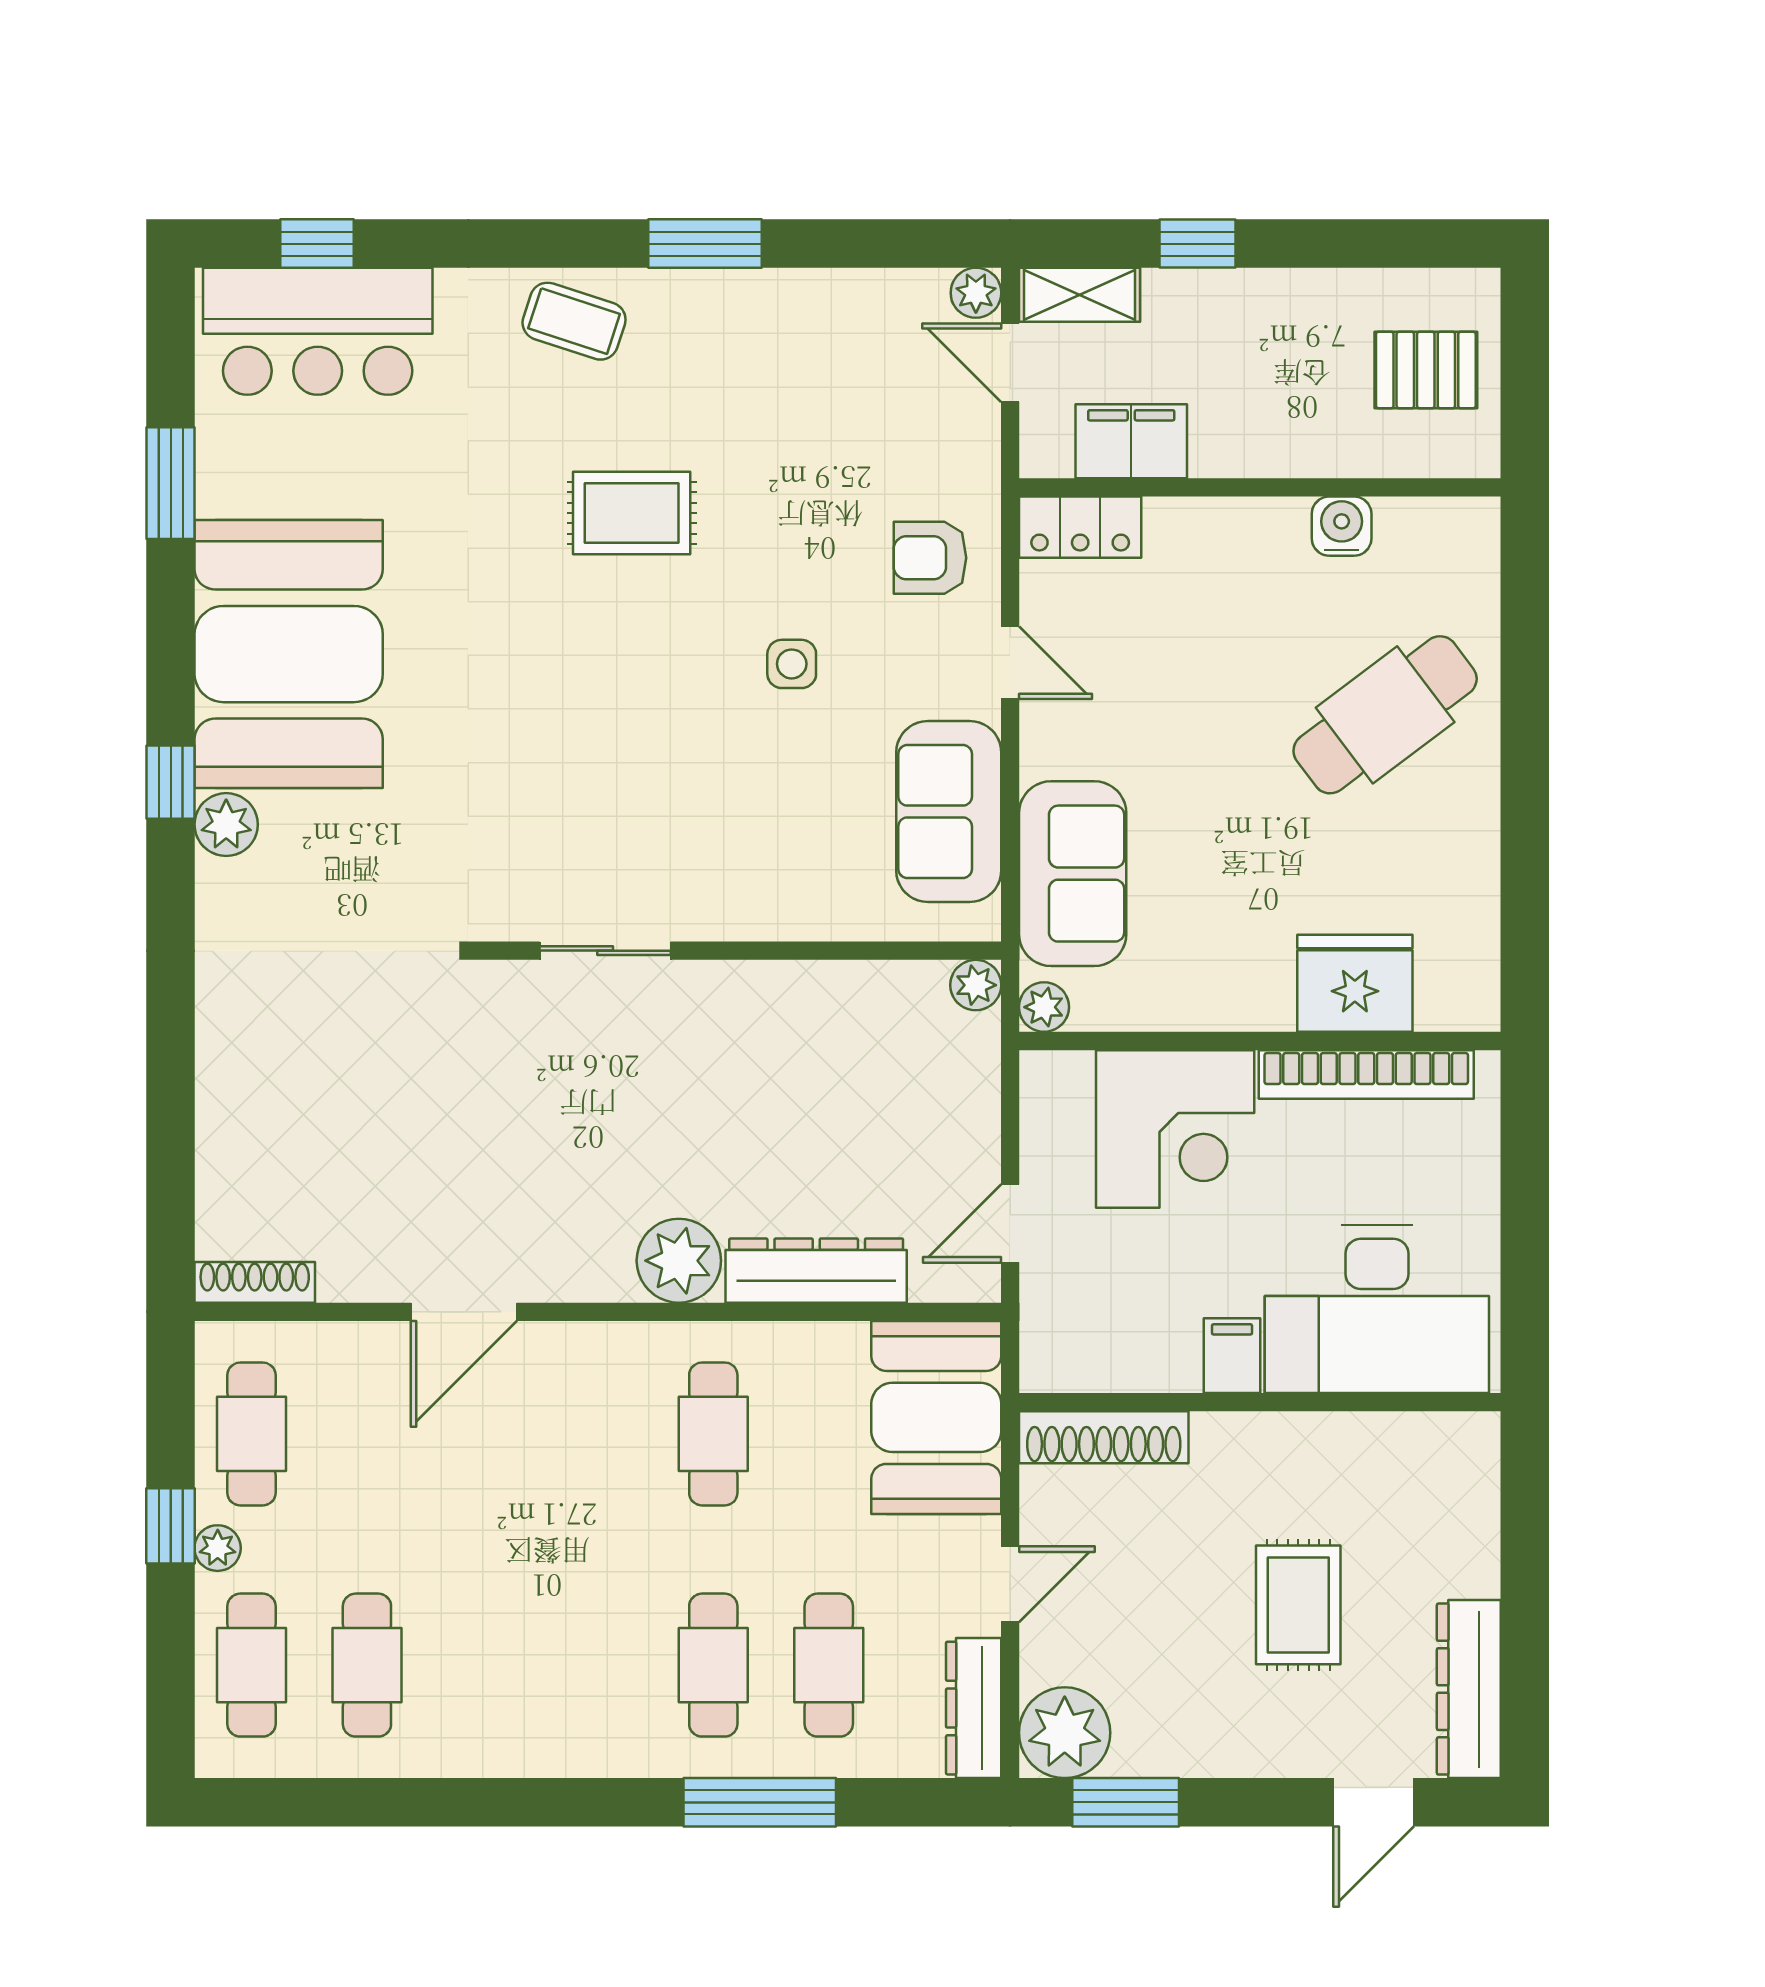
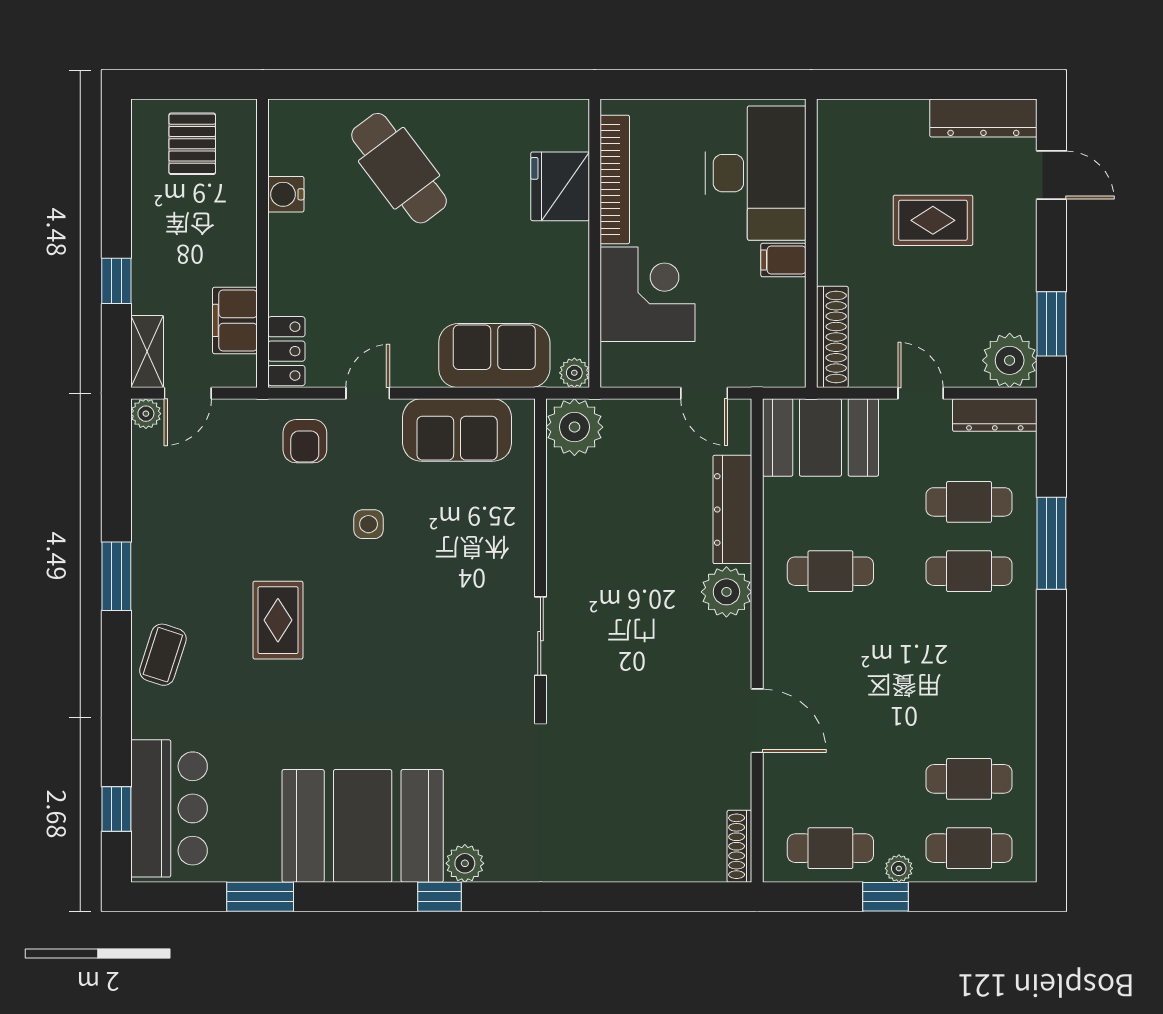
plant: (976, 985) -> (574, 427), width x1.88, depth x1.88

